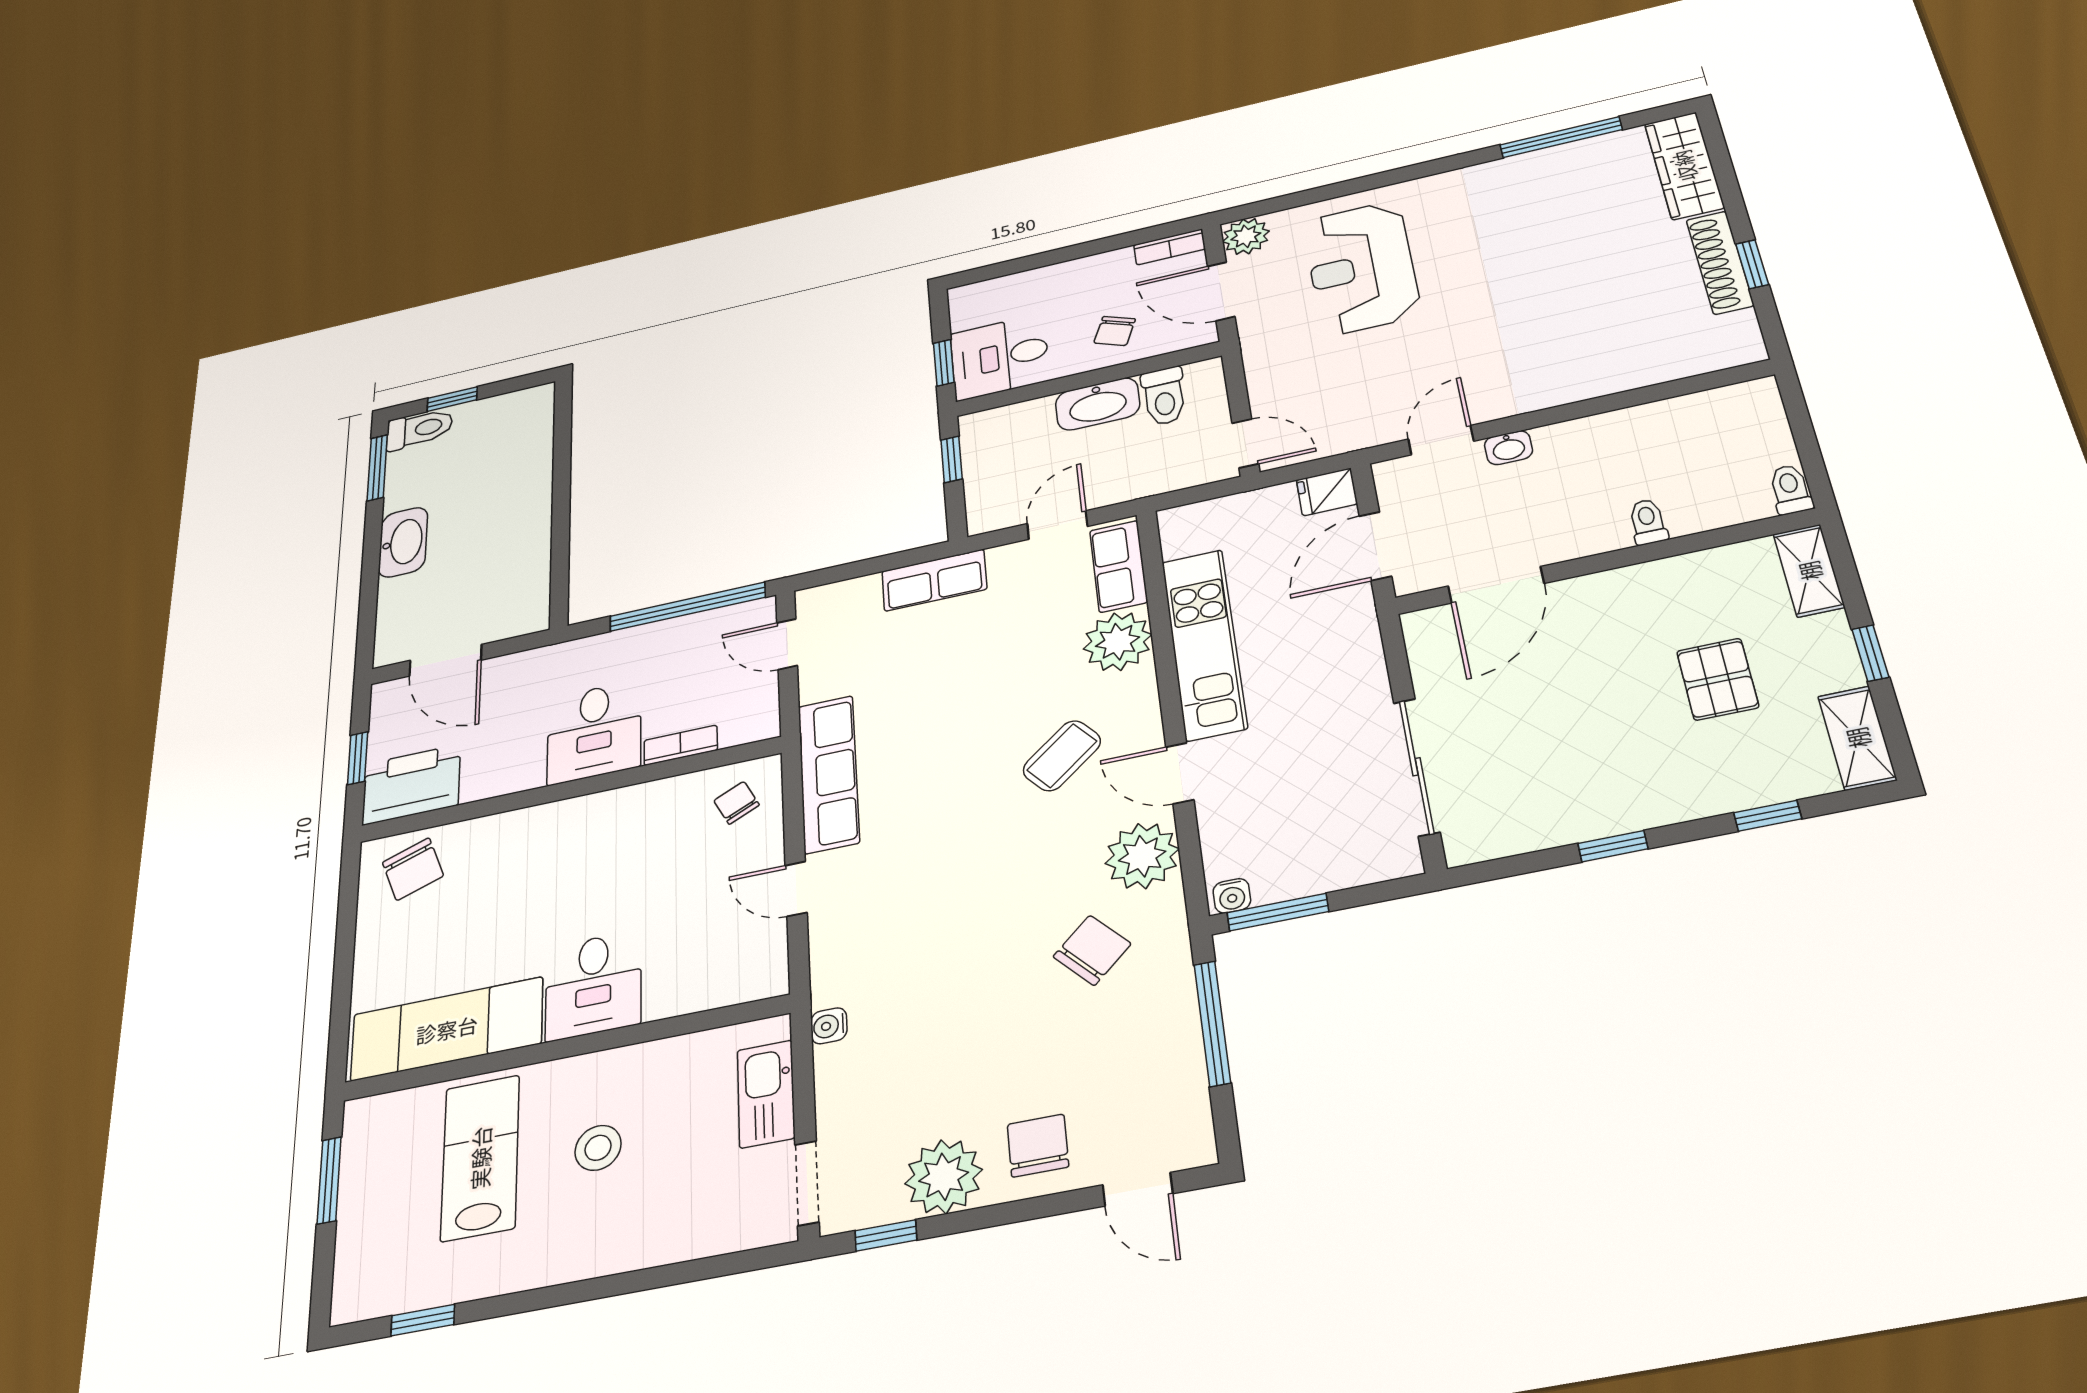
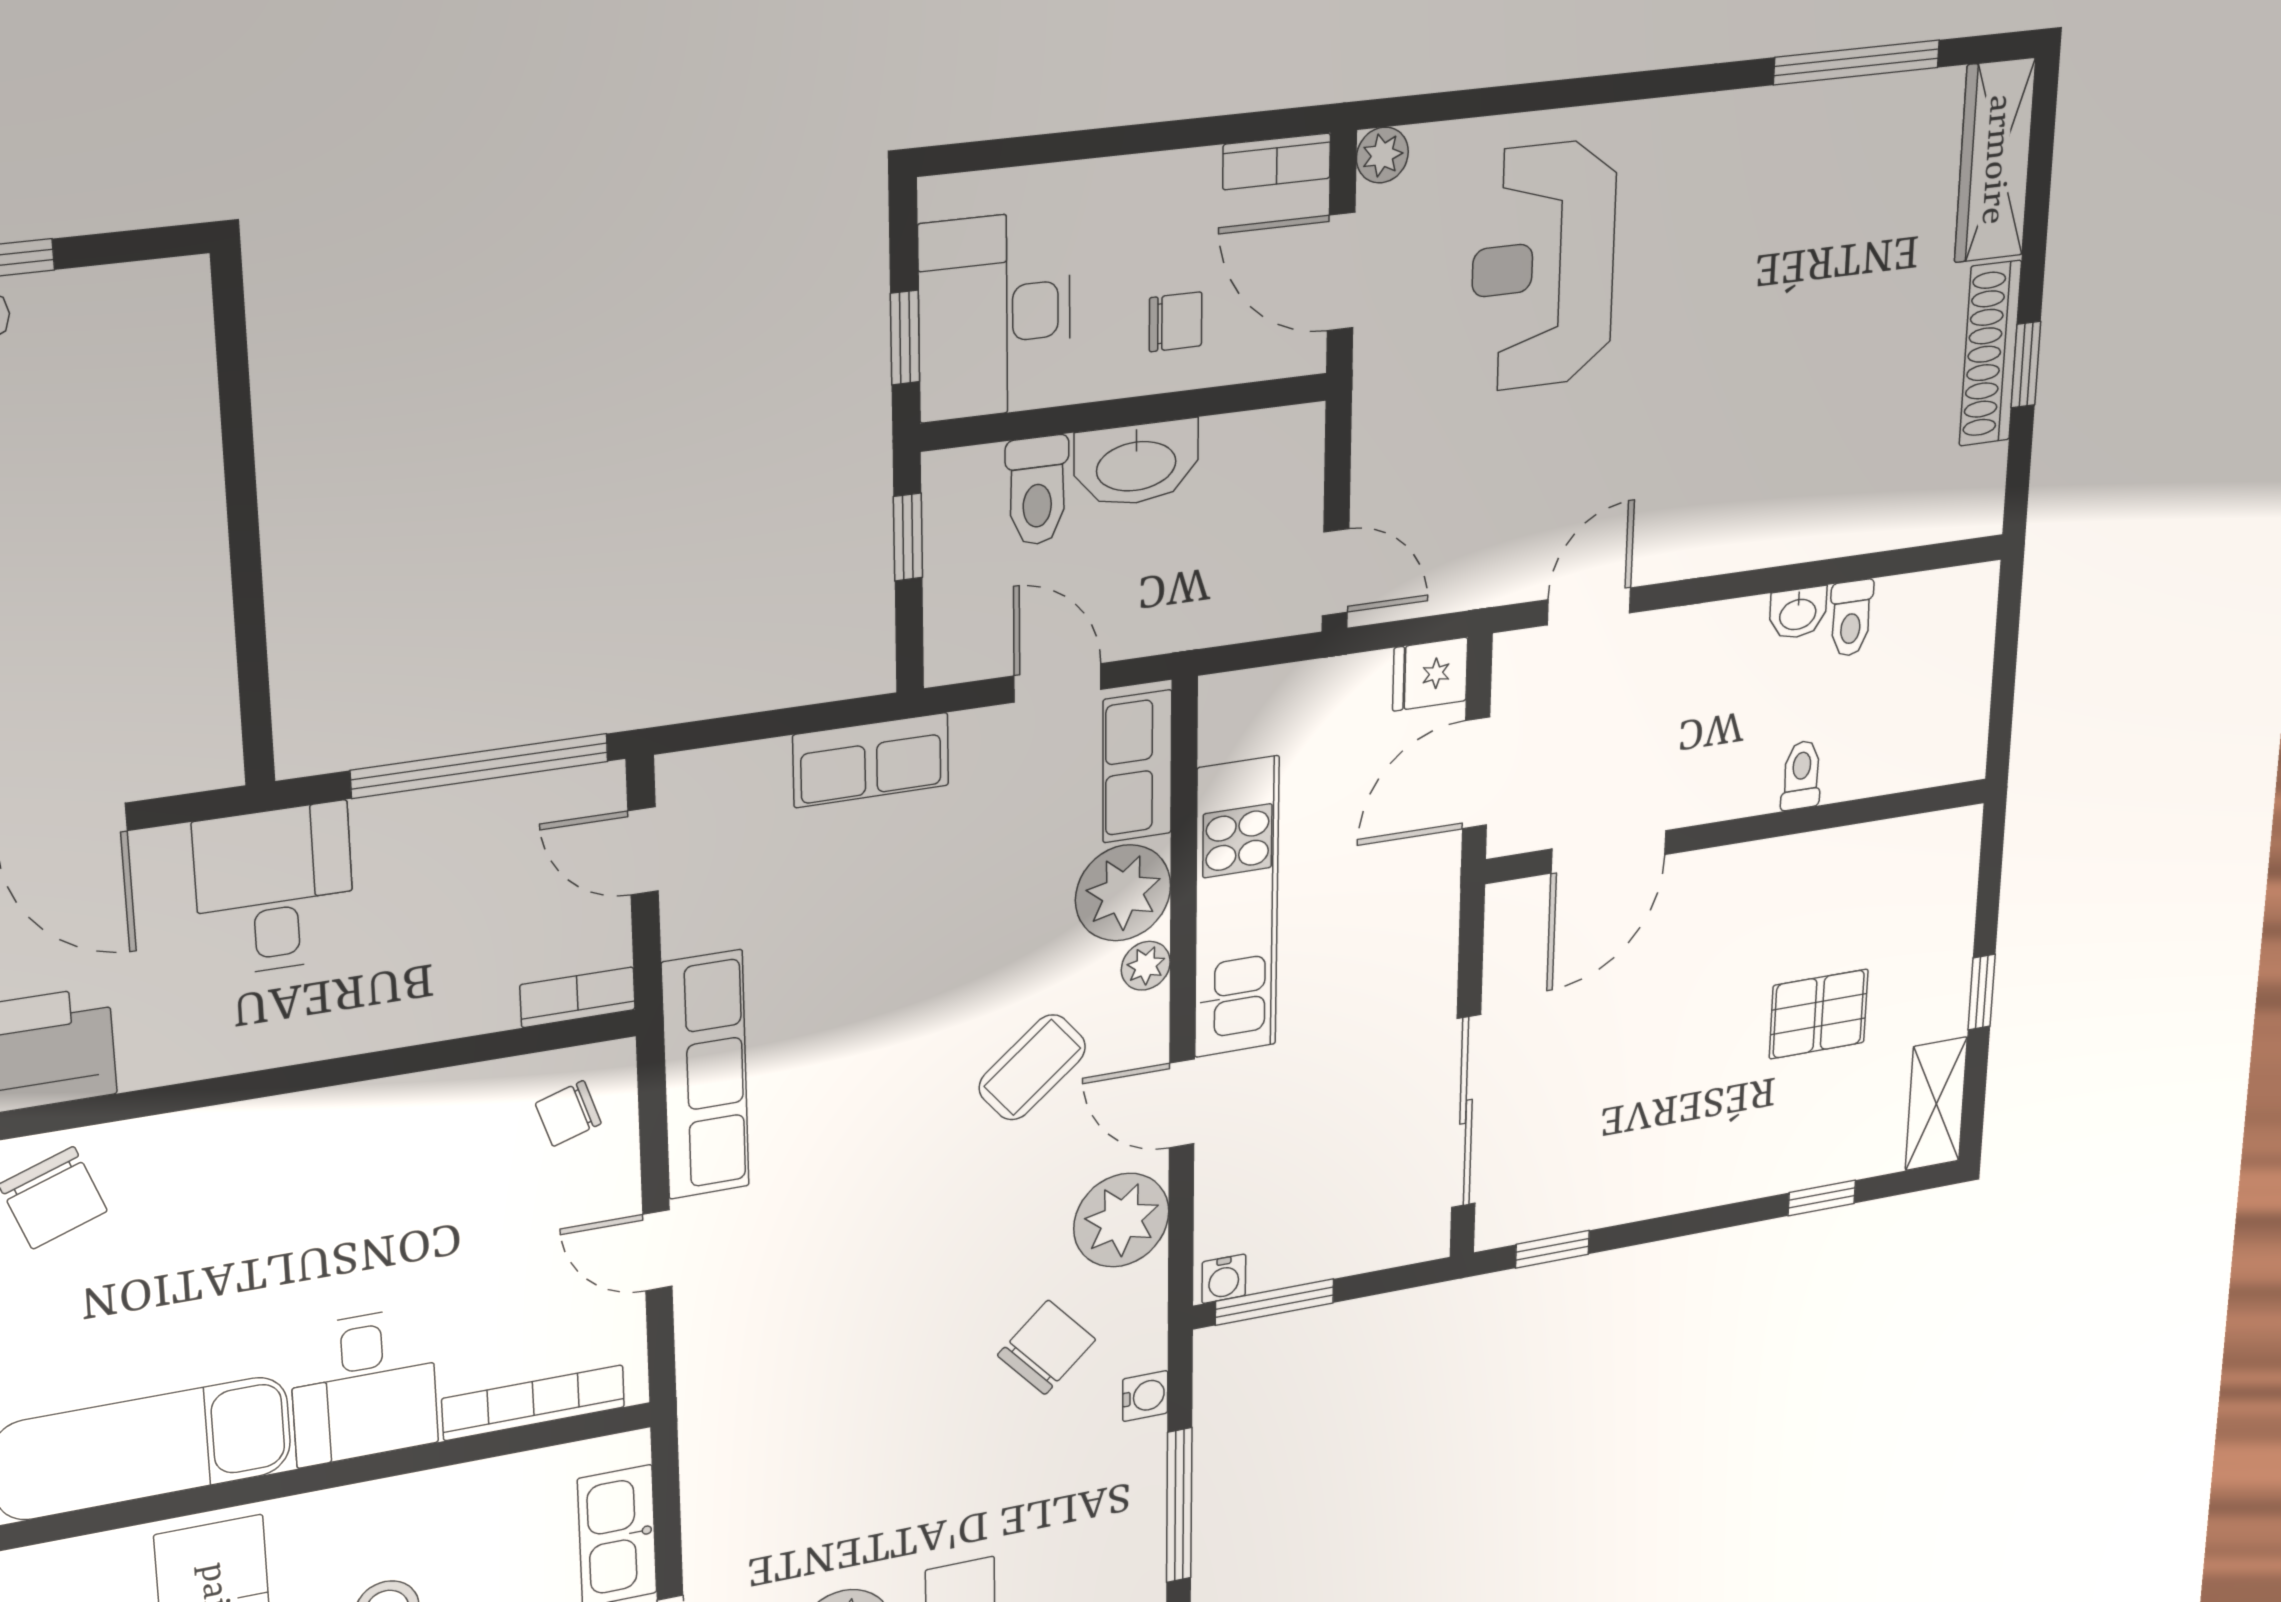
plant: (1246, 236) -> (1382, 155), width x0.73, depth x0.73
chair: (1115, 331) -> (1176, 322), turned -112
desk: (1000, 357) -> (995, 315), width x1.37
toilet: (1164, 396) -> (1037, 491), moved
washbasin: (1508, 448) -> (1798, 613), moved
toilet: (1790, 489) -> (1851, 618), moved, turned 180
door: (1057, 525) -> (1058, 683), hinge flipped
shelving: (1809, 571) -> (1953, 870), removed
pallet: (1718, 679) -> (1819, 1014), turned 90
plant: (1140, 685) -> (1146, 966), added
desk: (594, 732) -> (274, 890), moved, turned 180
bookcase: (681, 745) -> (578, 997), moved
chair: (737, 803) -> (568, 1113), turned -82
window: (1613, 846) -> (1552, 1249), moved
bookcase: (708, 996) -> (533, 1403), added
window: (1212, 1023) -> (1179, 1505), moved
water cooler: (829, 1026) -> (1145, 1396), moved, turned 180

